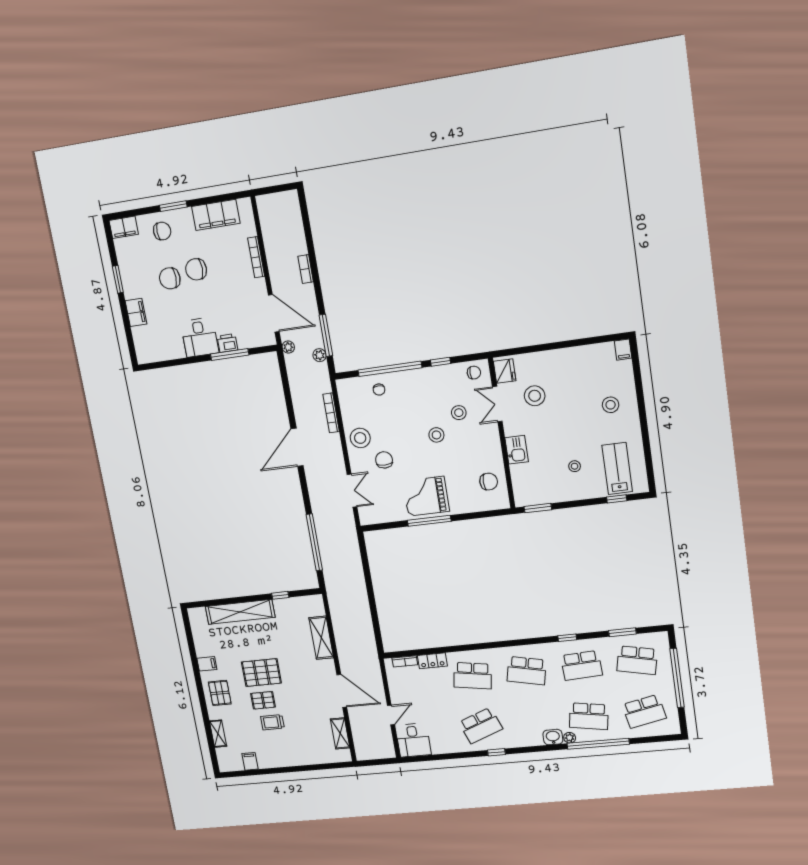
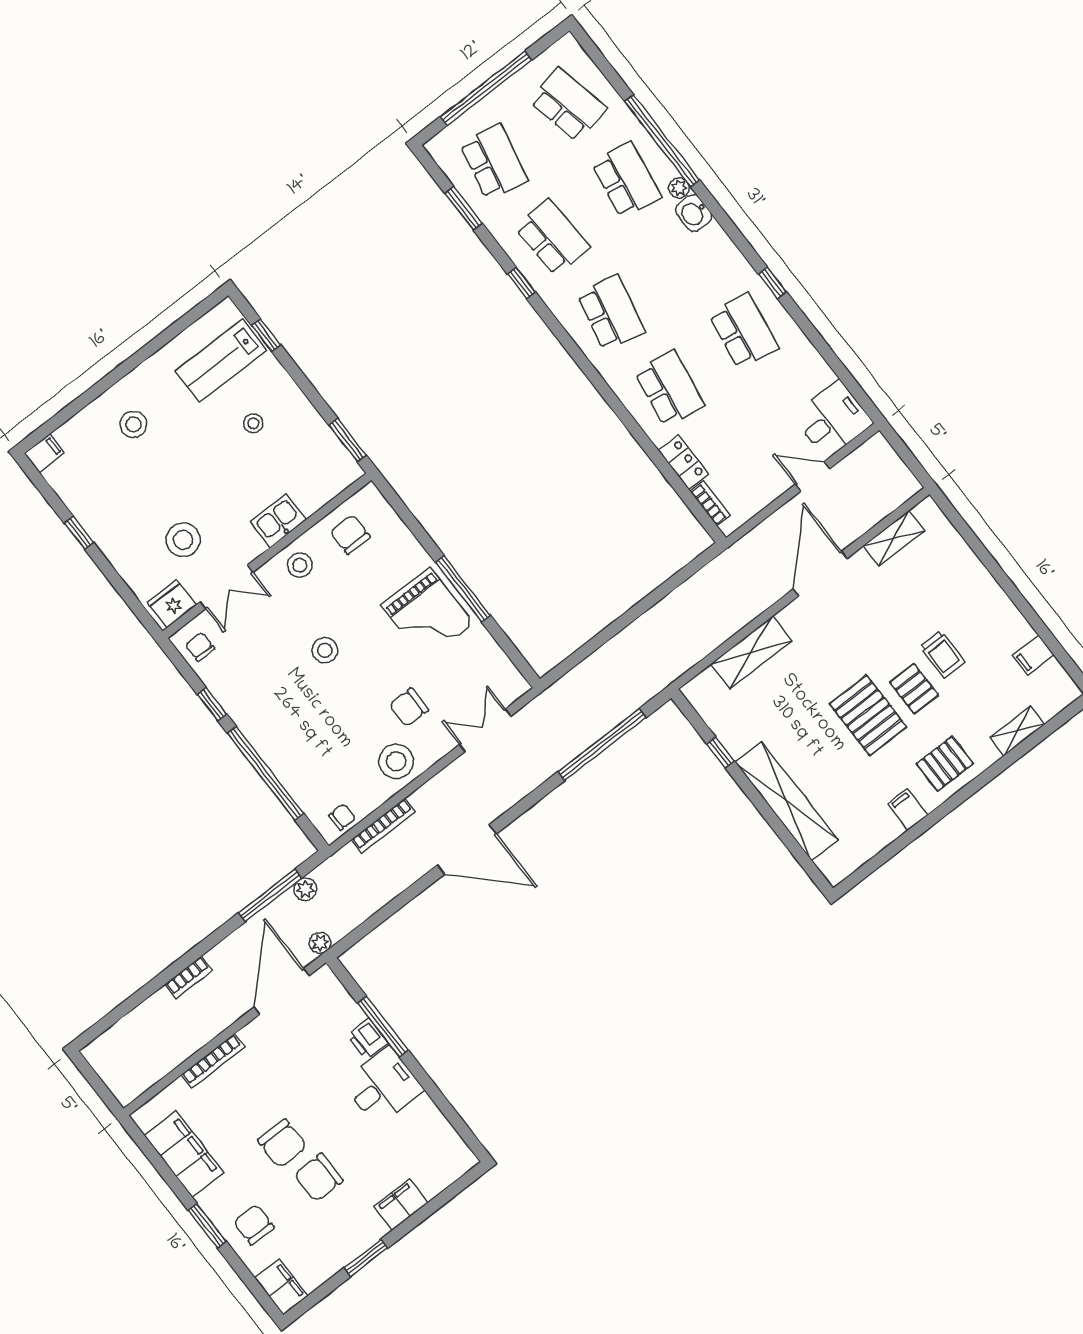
chair: (170, 278) -> (319, 1177), turned 90
window: (570, 344) -> (79, 533), added
chair: (379, 390) -> (342, 817), moved
stool: (459, 413) -> (300, 565), moved
school desk: (481, 726) -> (743, 331), turned 30

